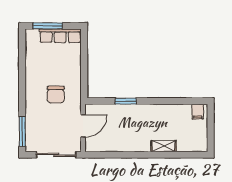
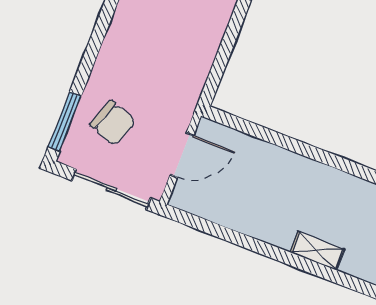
chair: (56, 95) -> (113, 123), moved, turned -70
window: (126, 101) -> (279, 140), removed

